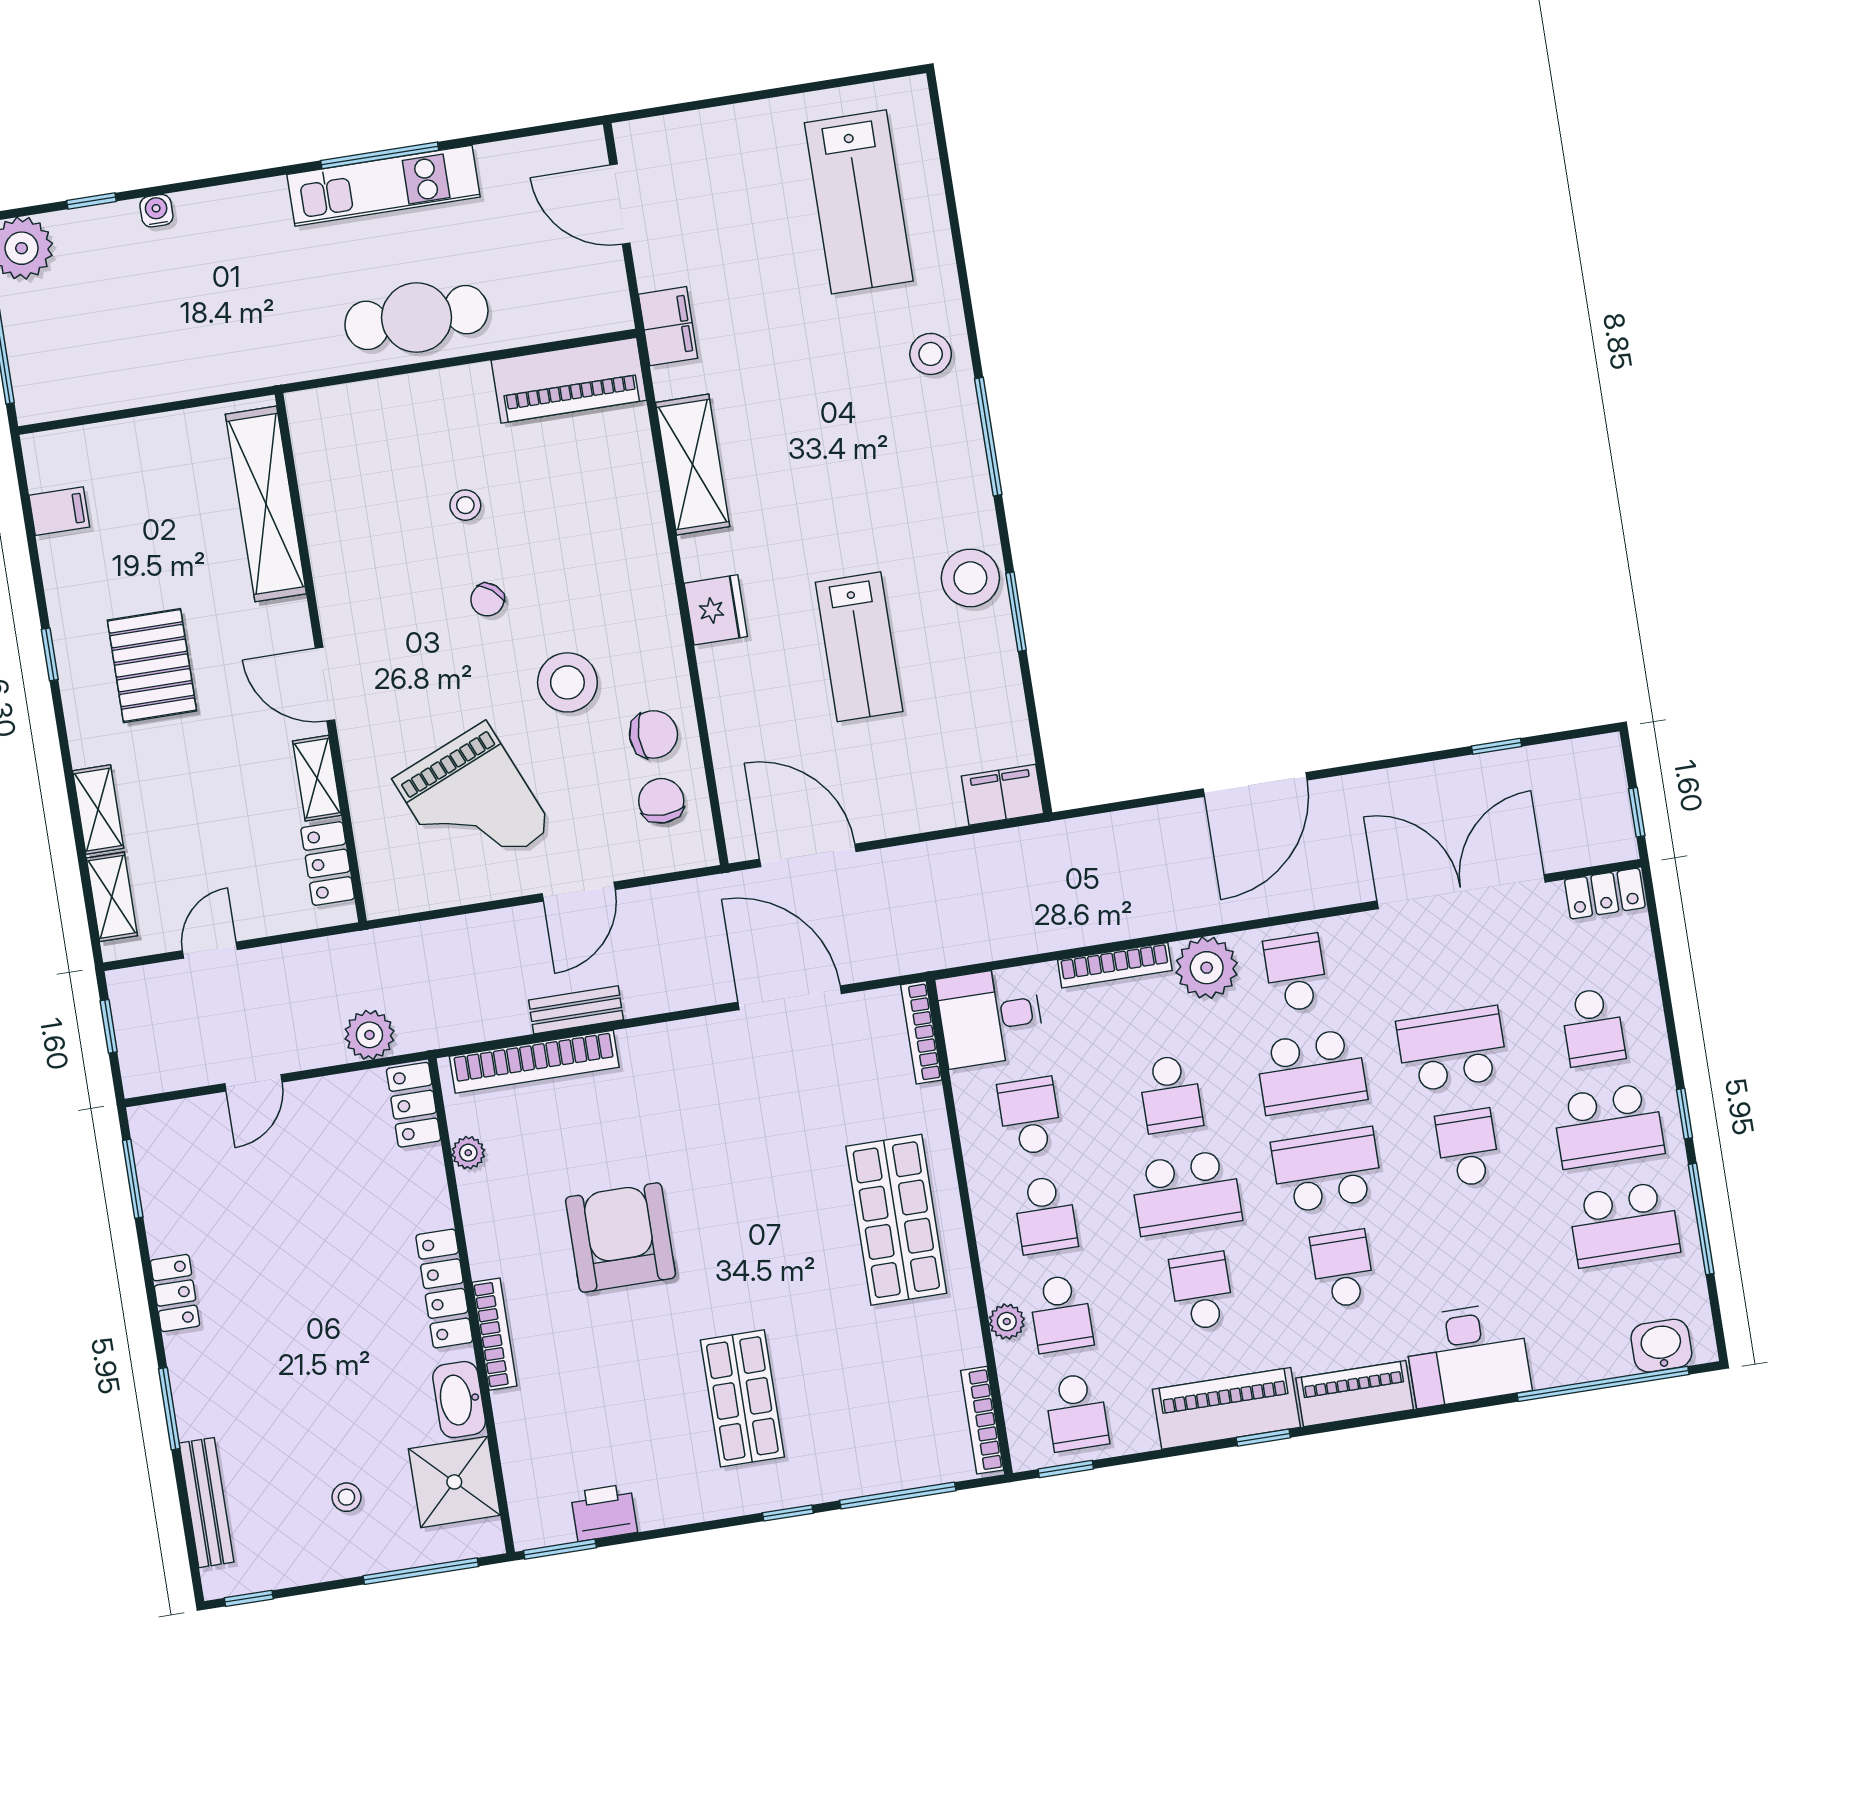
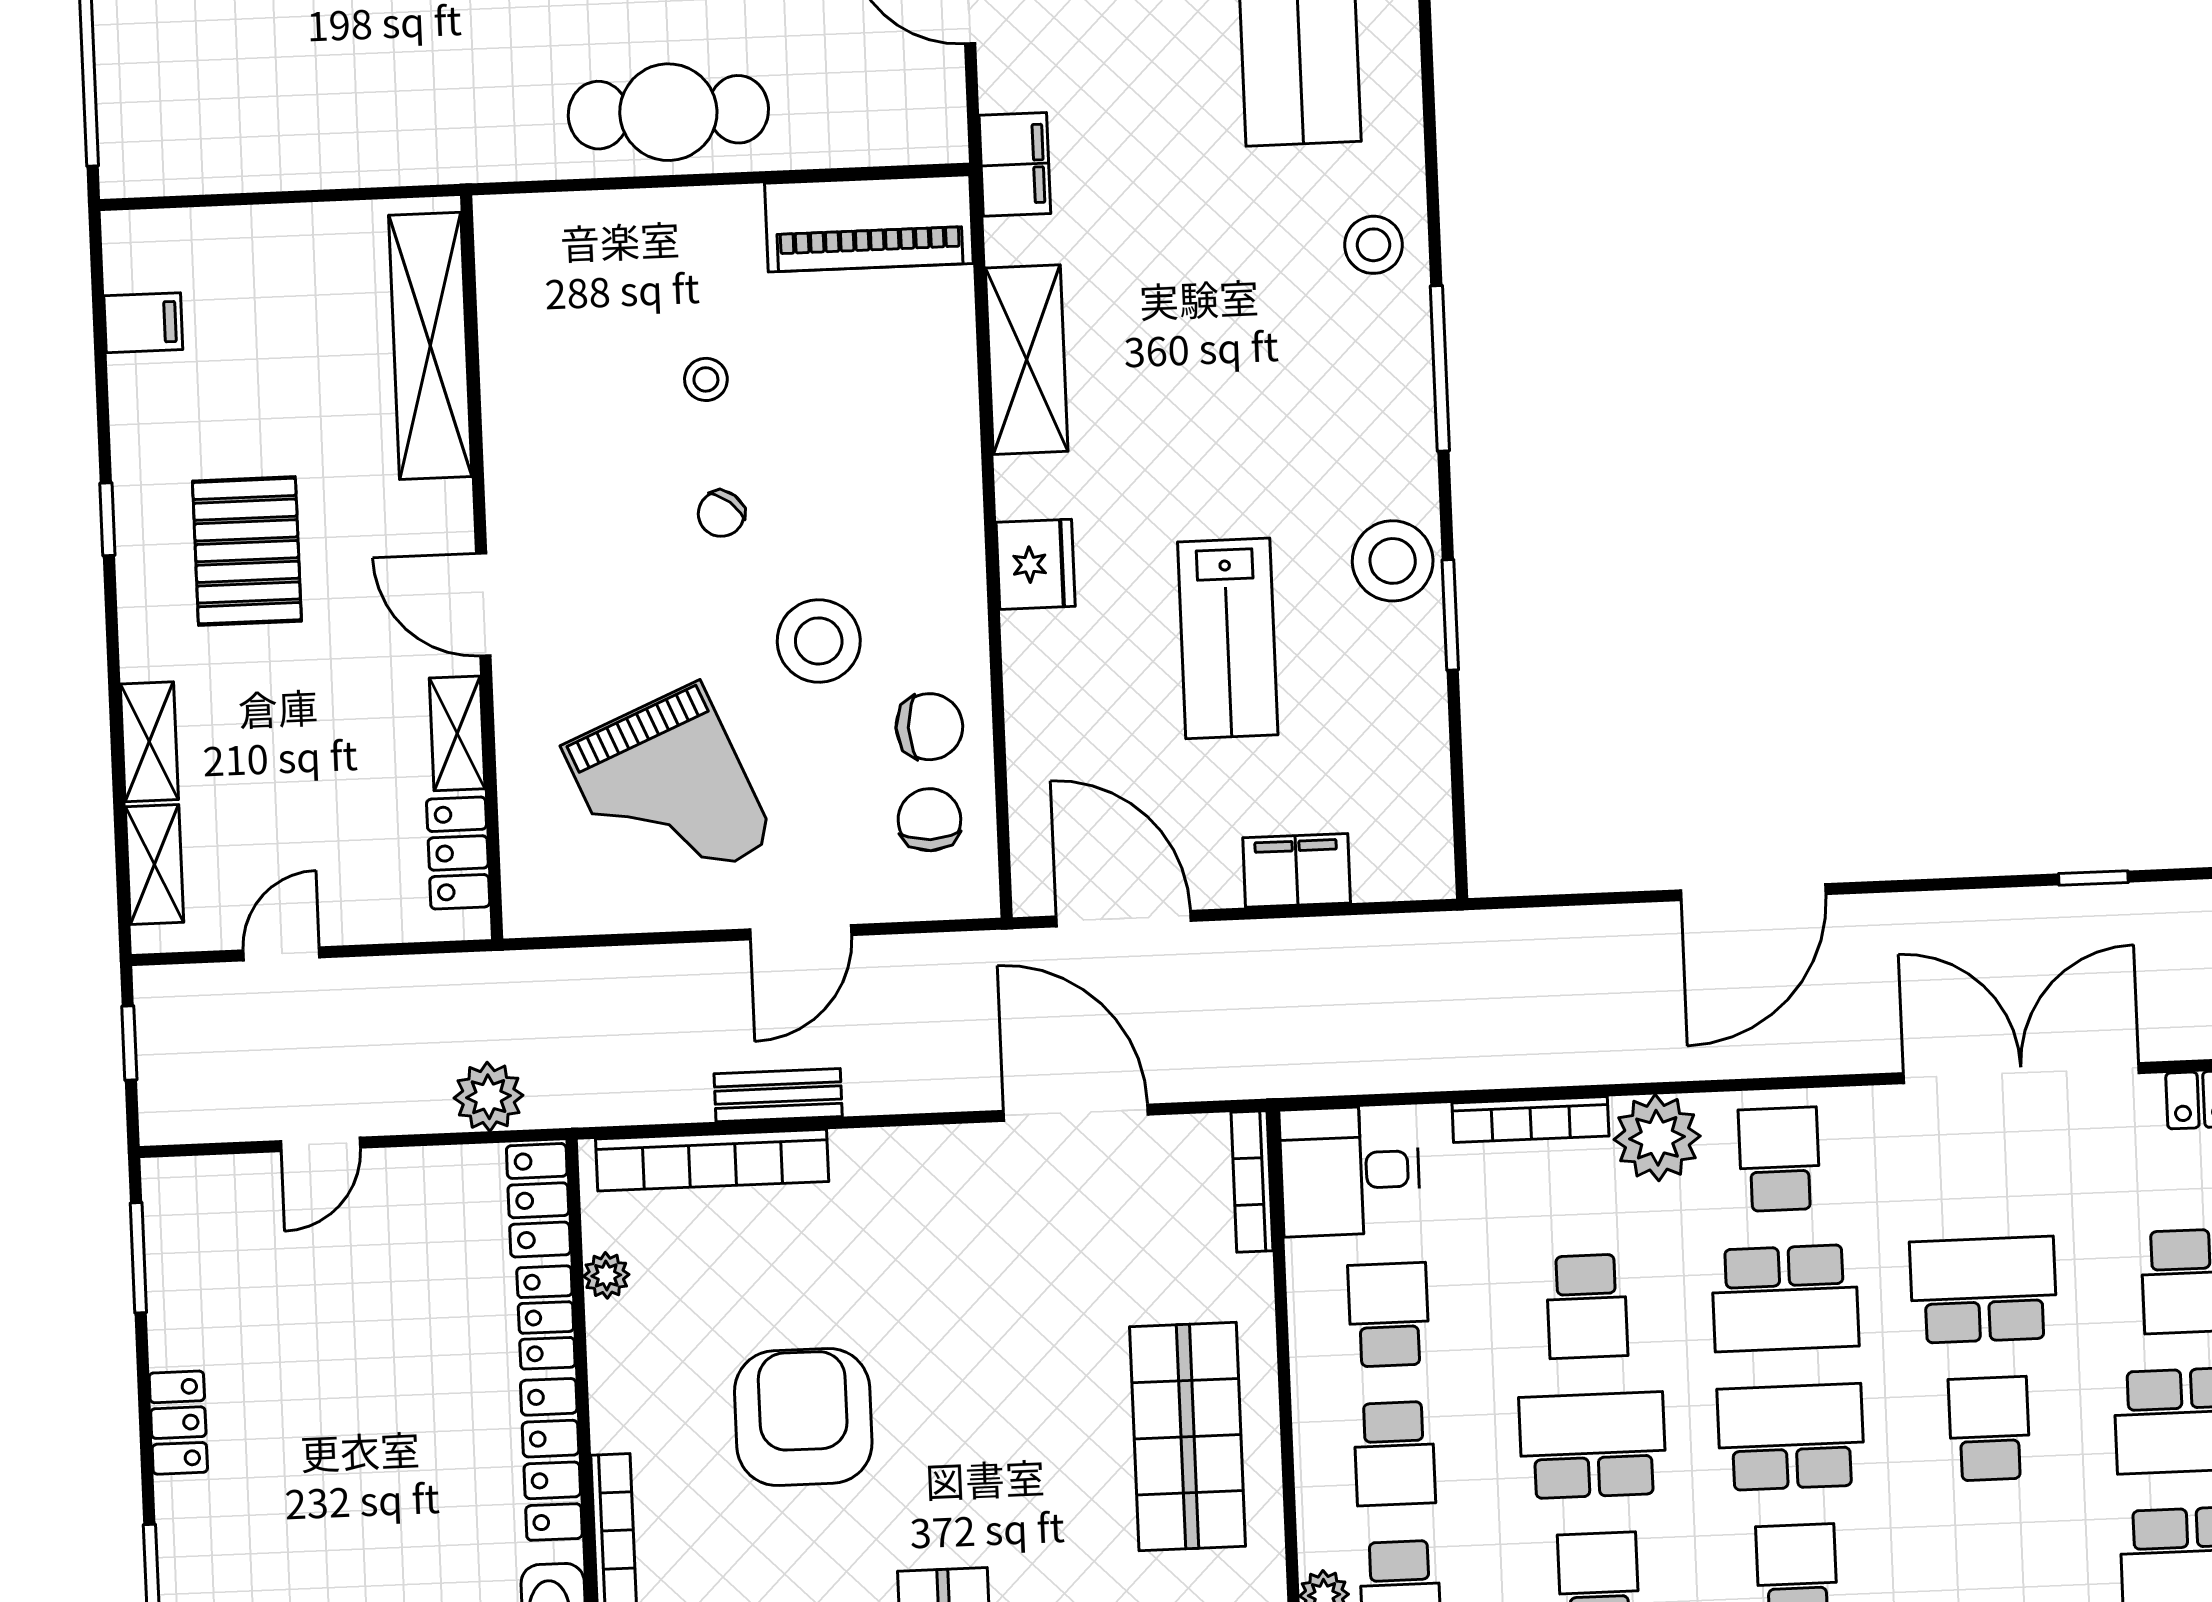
filing cabinet: (1002, 795) -> (1297, 870), moved
locker: (429, 1188) -> (546, 1317), added
school desk: (1186, 1192) -> (1593, 1445), turned 180

